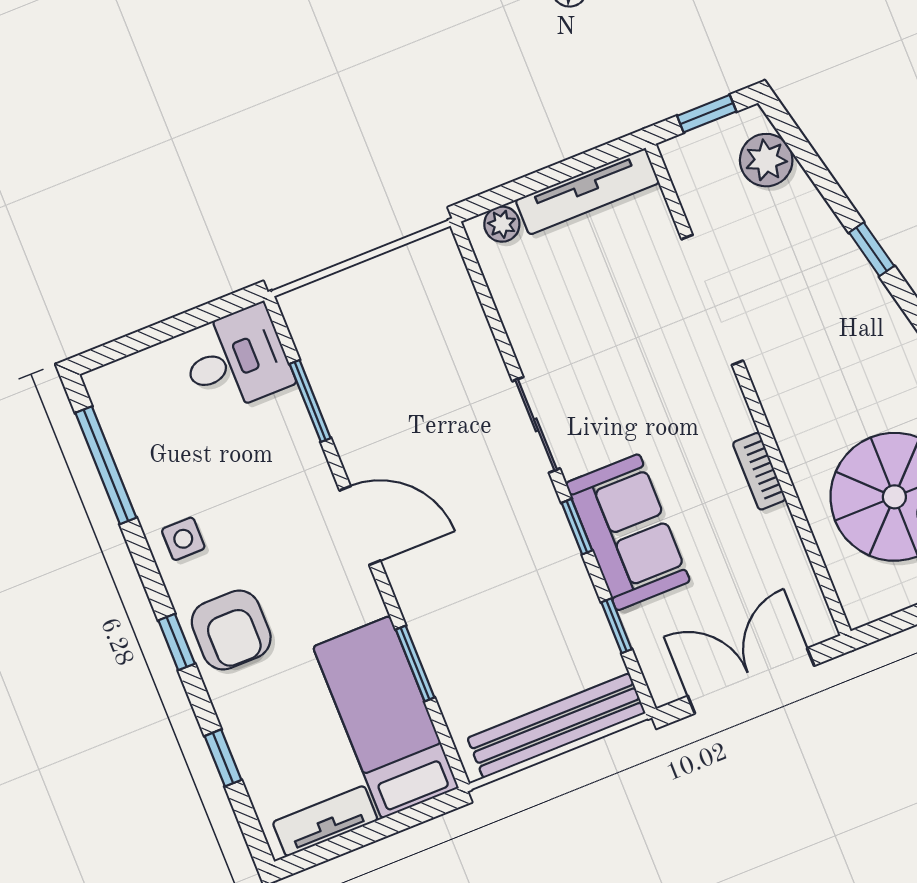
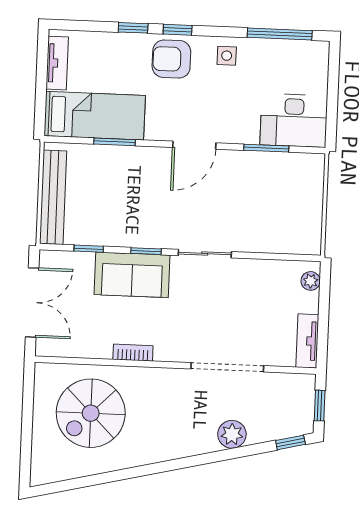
plant: (766, 160) -> (232, 434), moved
tv unit: (587, 191) -> (307, 341), width x0.71
window: (872, 249) -> (290, 442), moved
desk: (236, 360) -> (294, 121), width x1.37
window: (223, 758) -> (133, 28), moved

